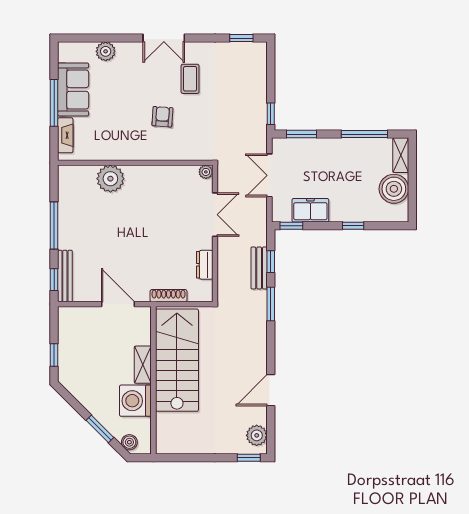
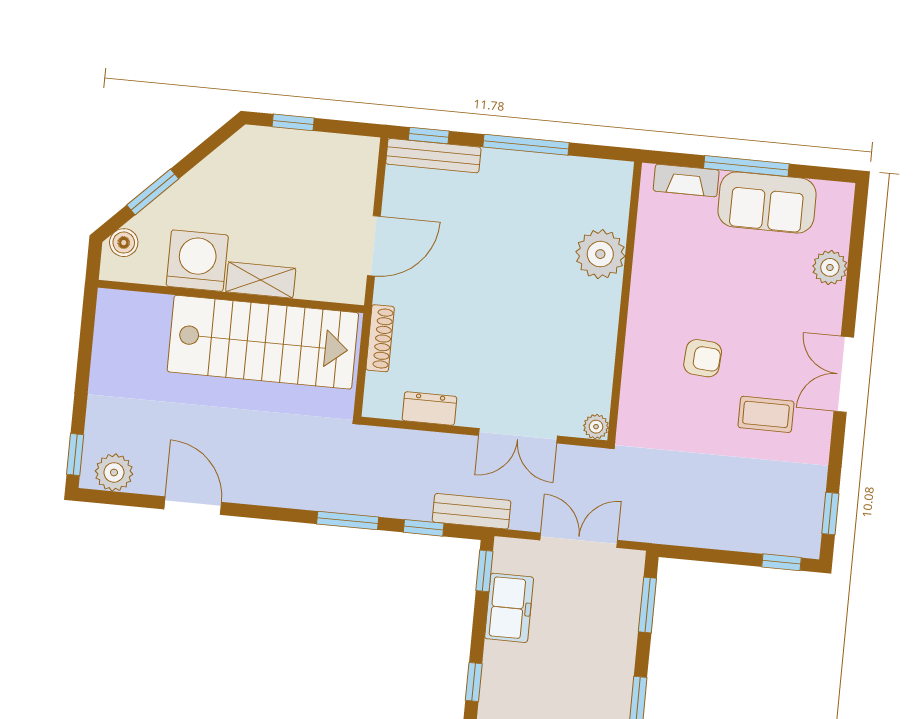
window: (271, 114) -> (781, 562), moved
bench: (259, 268) -> (472, 511), moved

